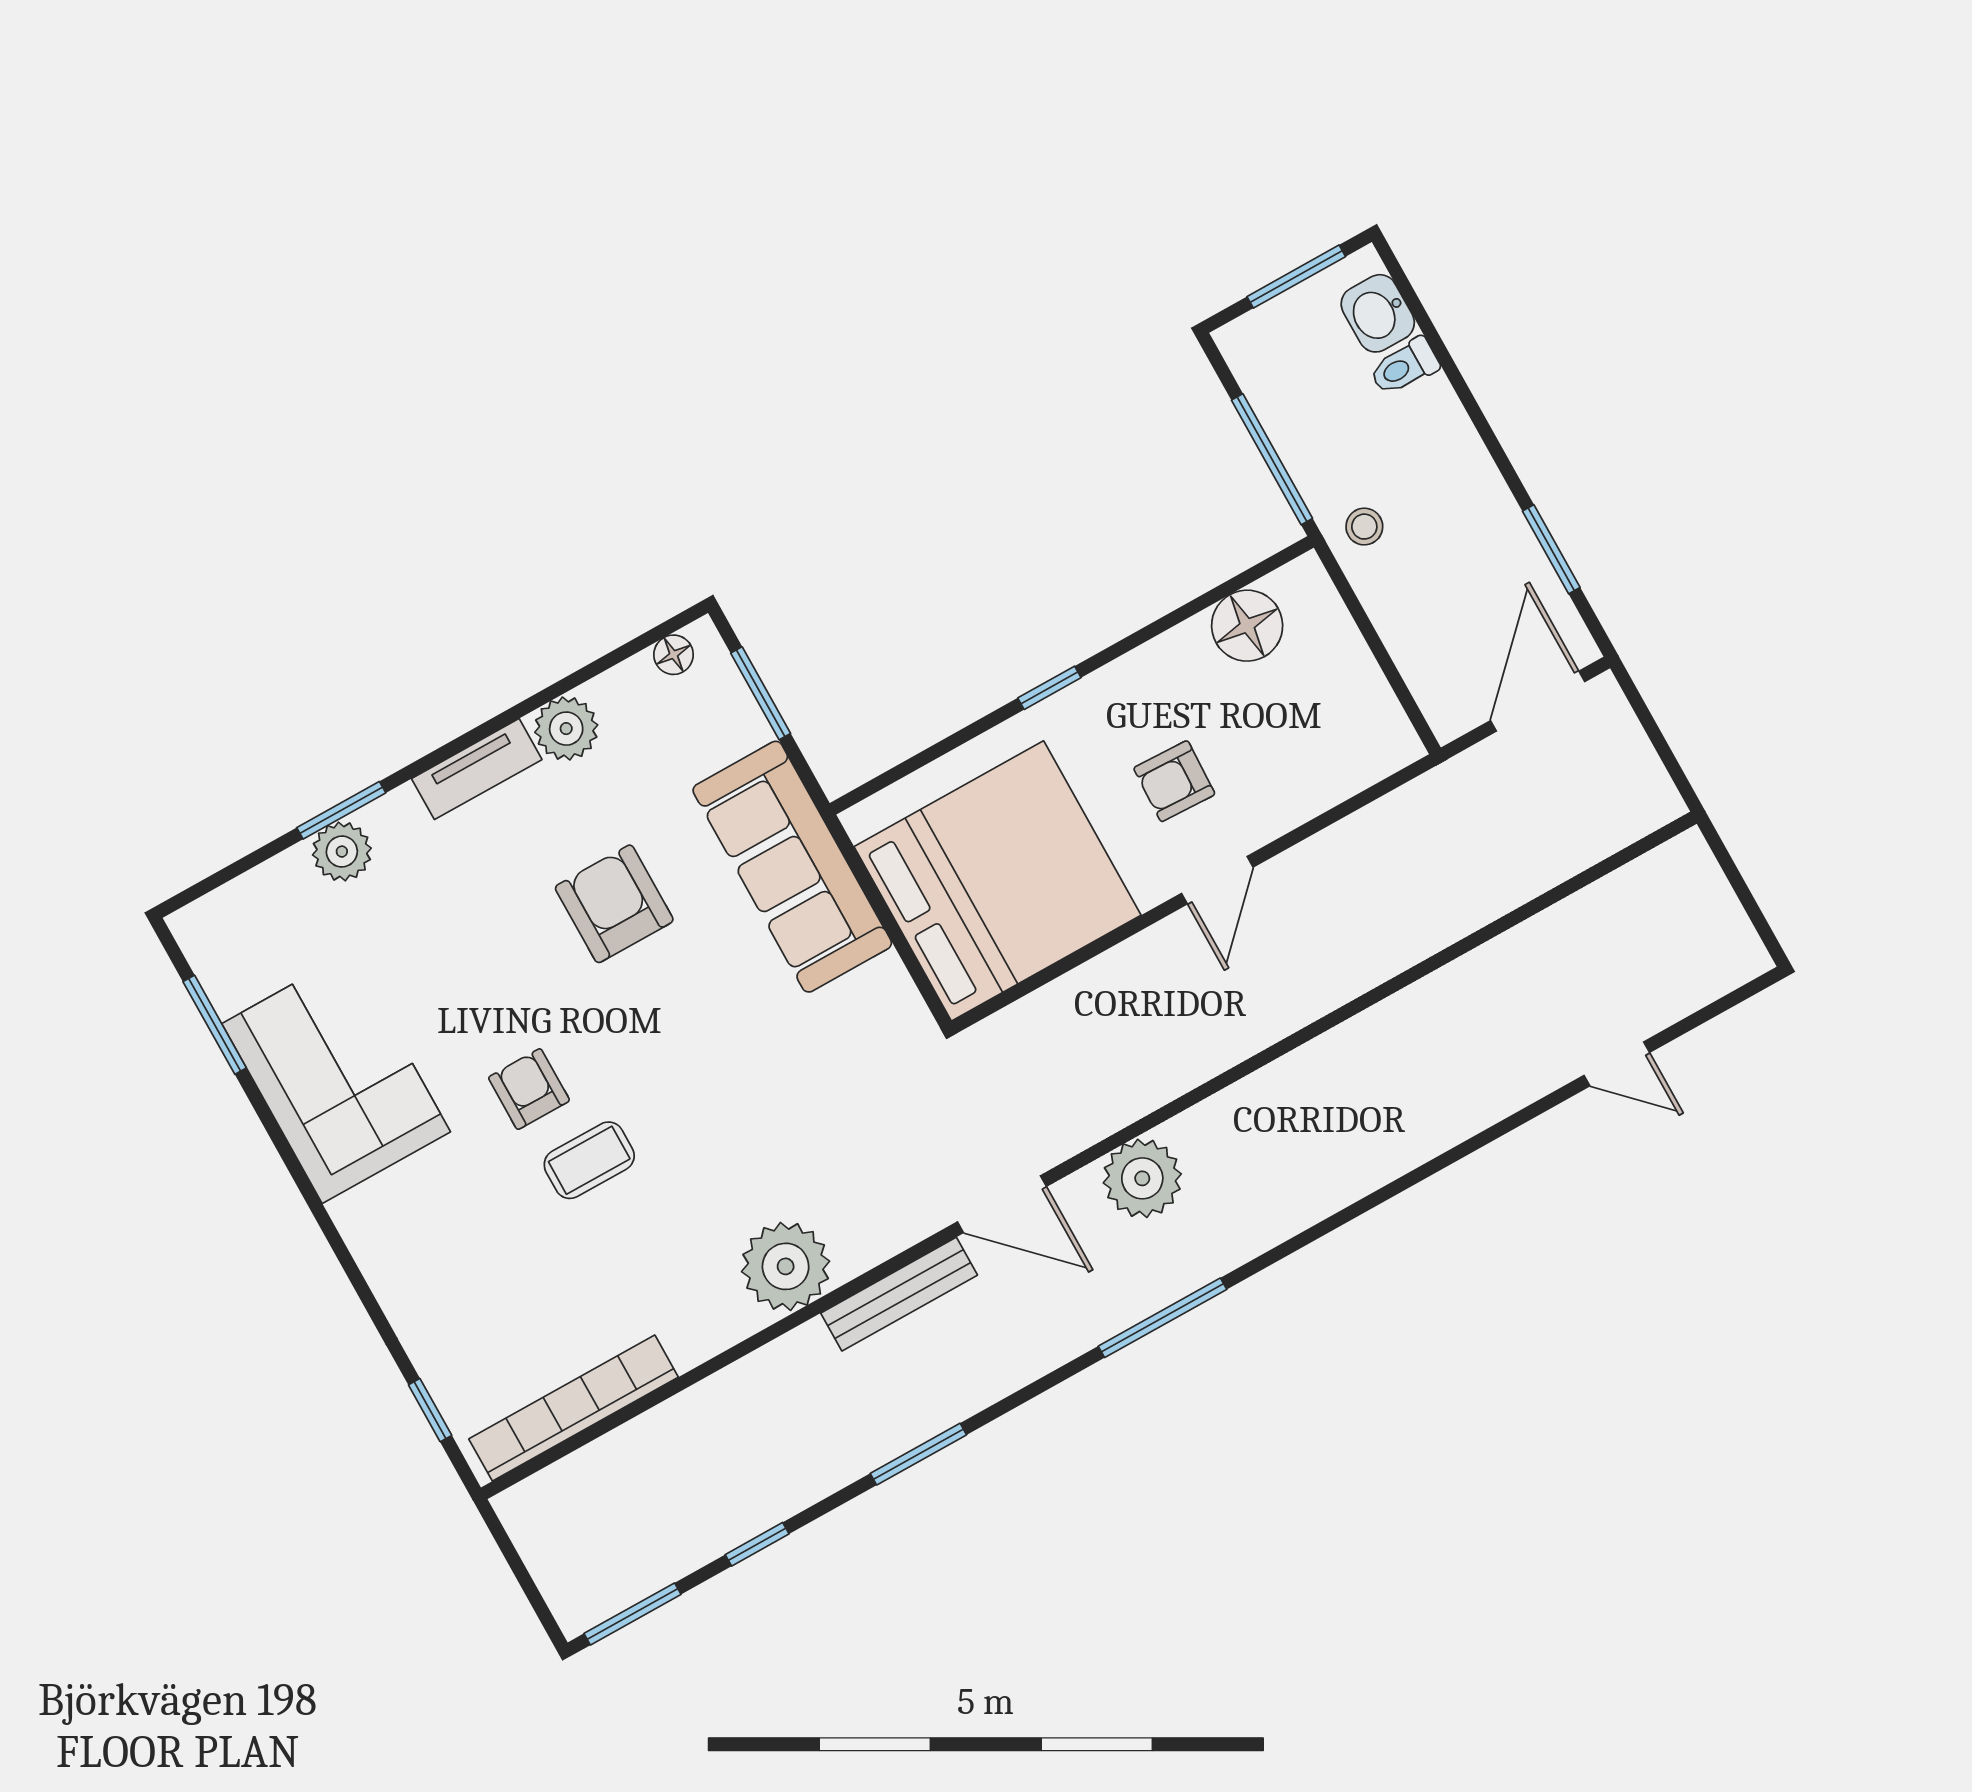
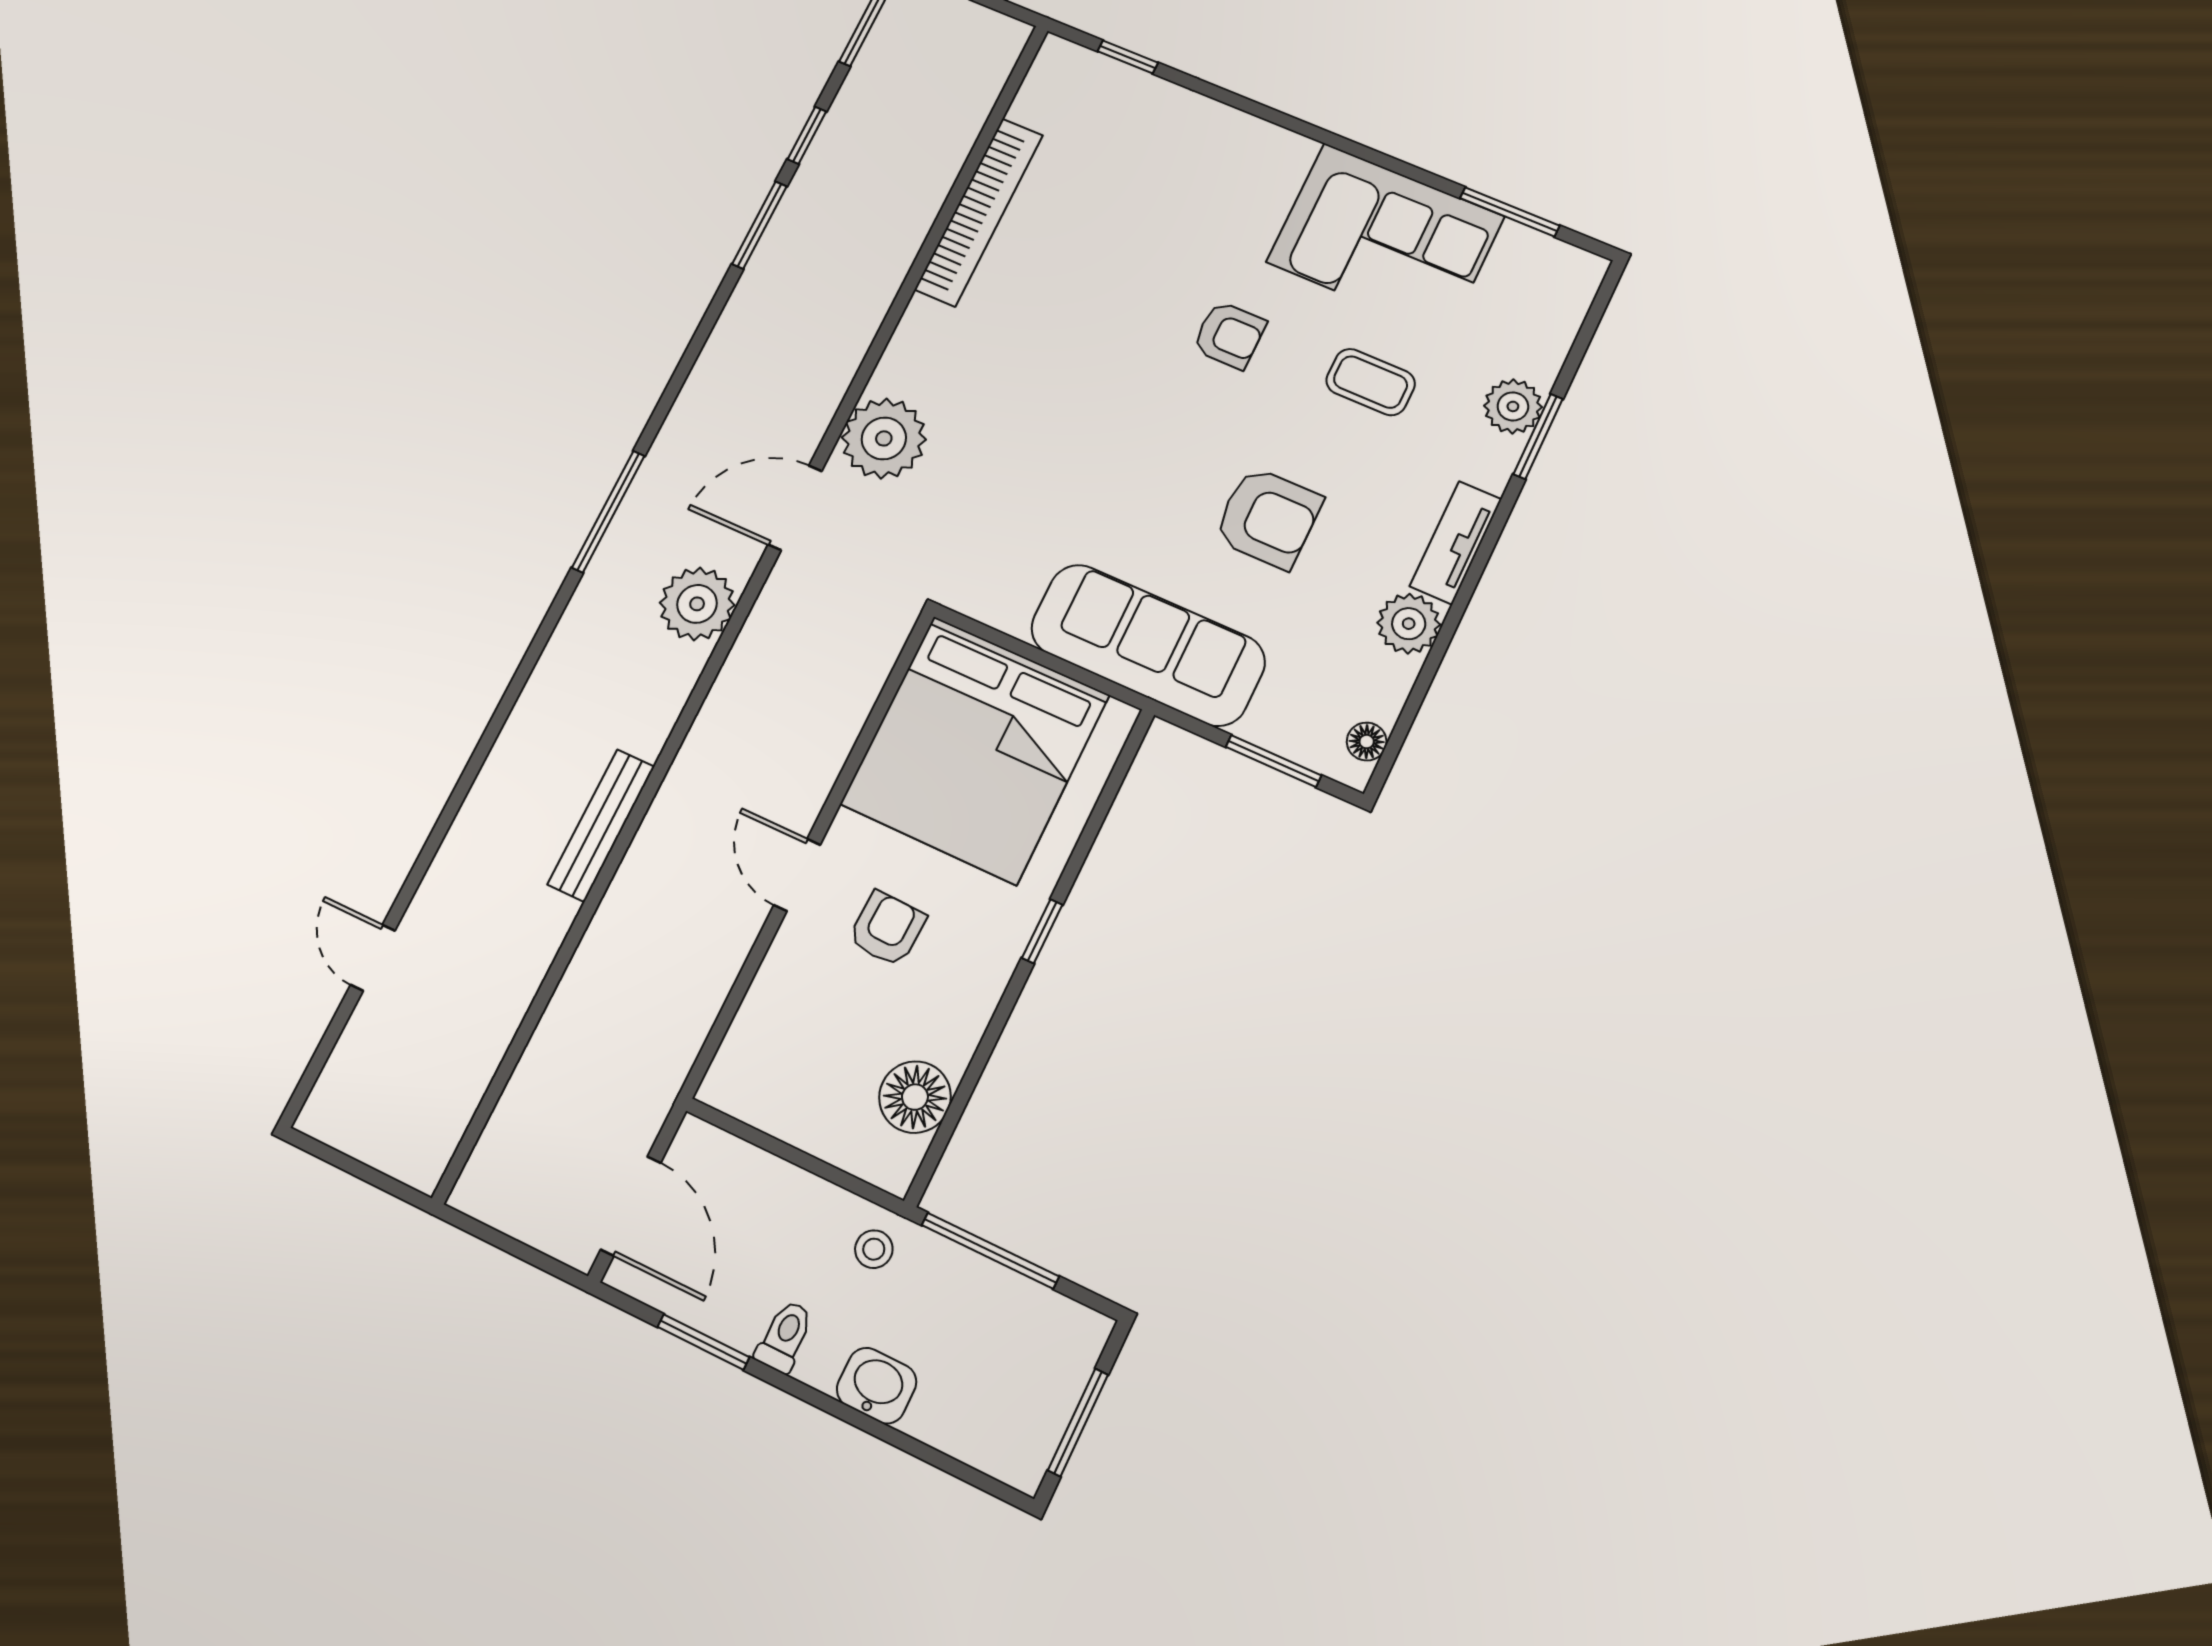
washbasin: (1378, 313) -> (877, 1386), moved
toilet: (1404, 367) -> (785, 1337), moved
door: (1617, 1064) -> (373, 958), hinge flipped
coffee table: (589, 1160) -> (1371, 382), moved, turned 90
plant: (786, 1266) -> (884, 438), moved
bench: (899, 1294) -> (601, 825), moved
bookcase: (574, 1408) -> (979, 212), moved
window: (918, 1454) -> (759, 225), moved

